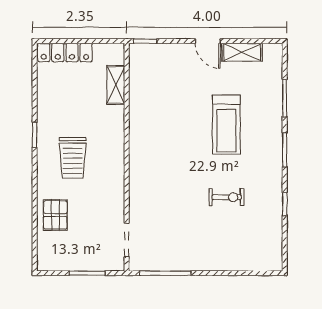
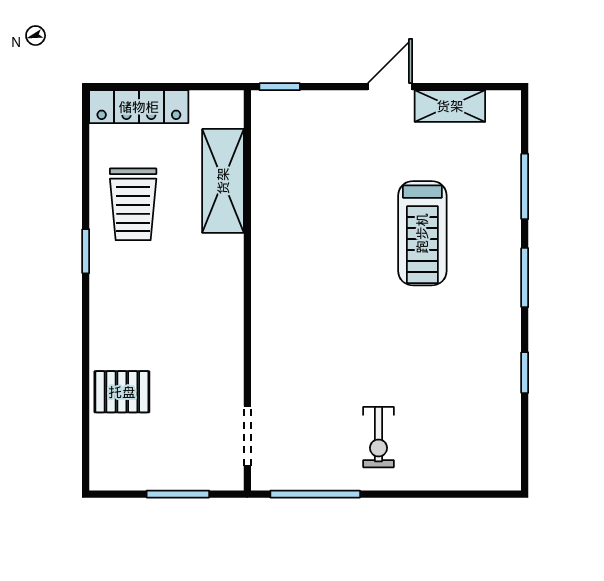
door: (208, 41) -> (390, 87), swing flipped
shelving: (116, 85) -> (223, 181), width x1.50, depth x1.33
trolley: (73, 158) -> (133, 204), moved
exercise bike: (227, 197) -> (379, 437), moved, turned 90
pallet: (55, 215) -> (122, 392), turned 90

